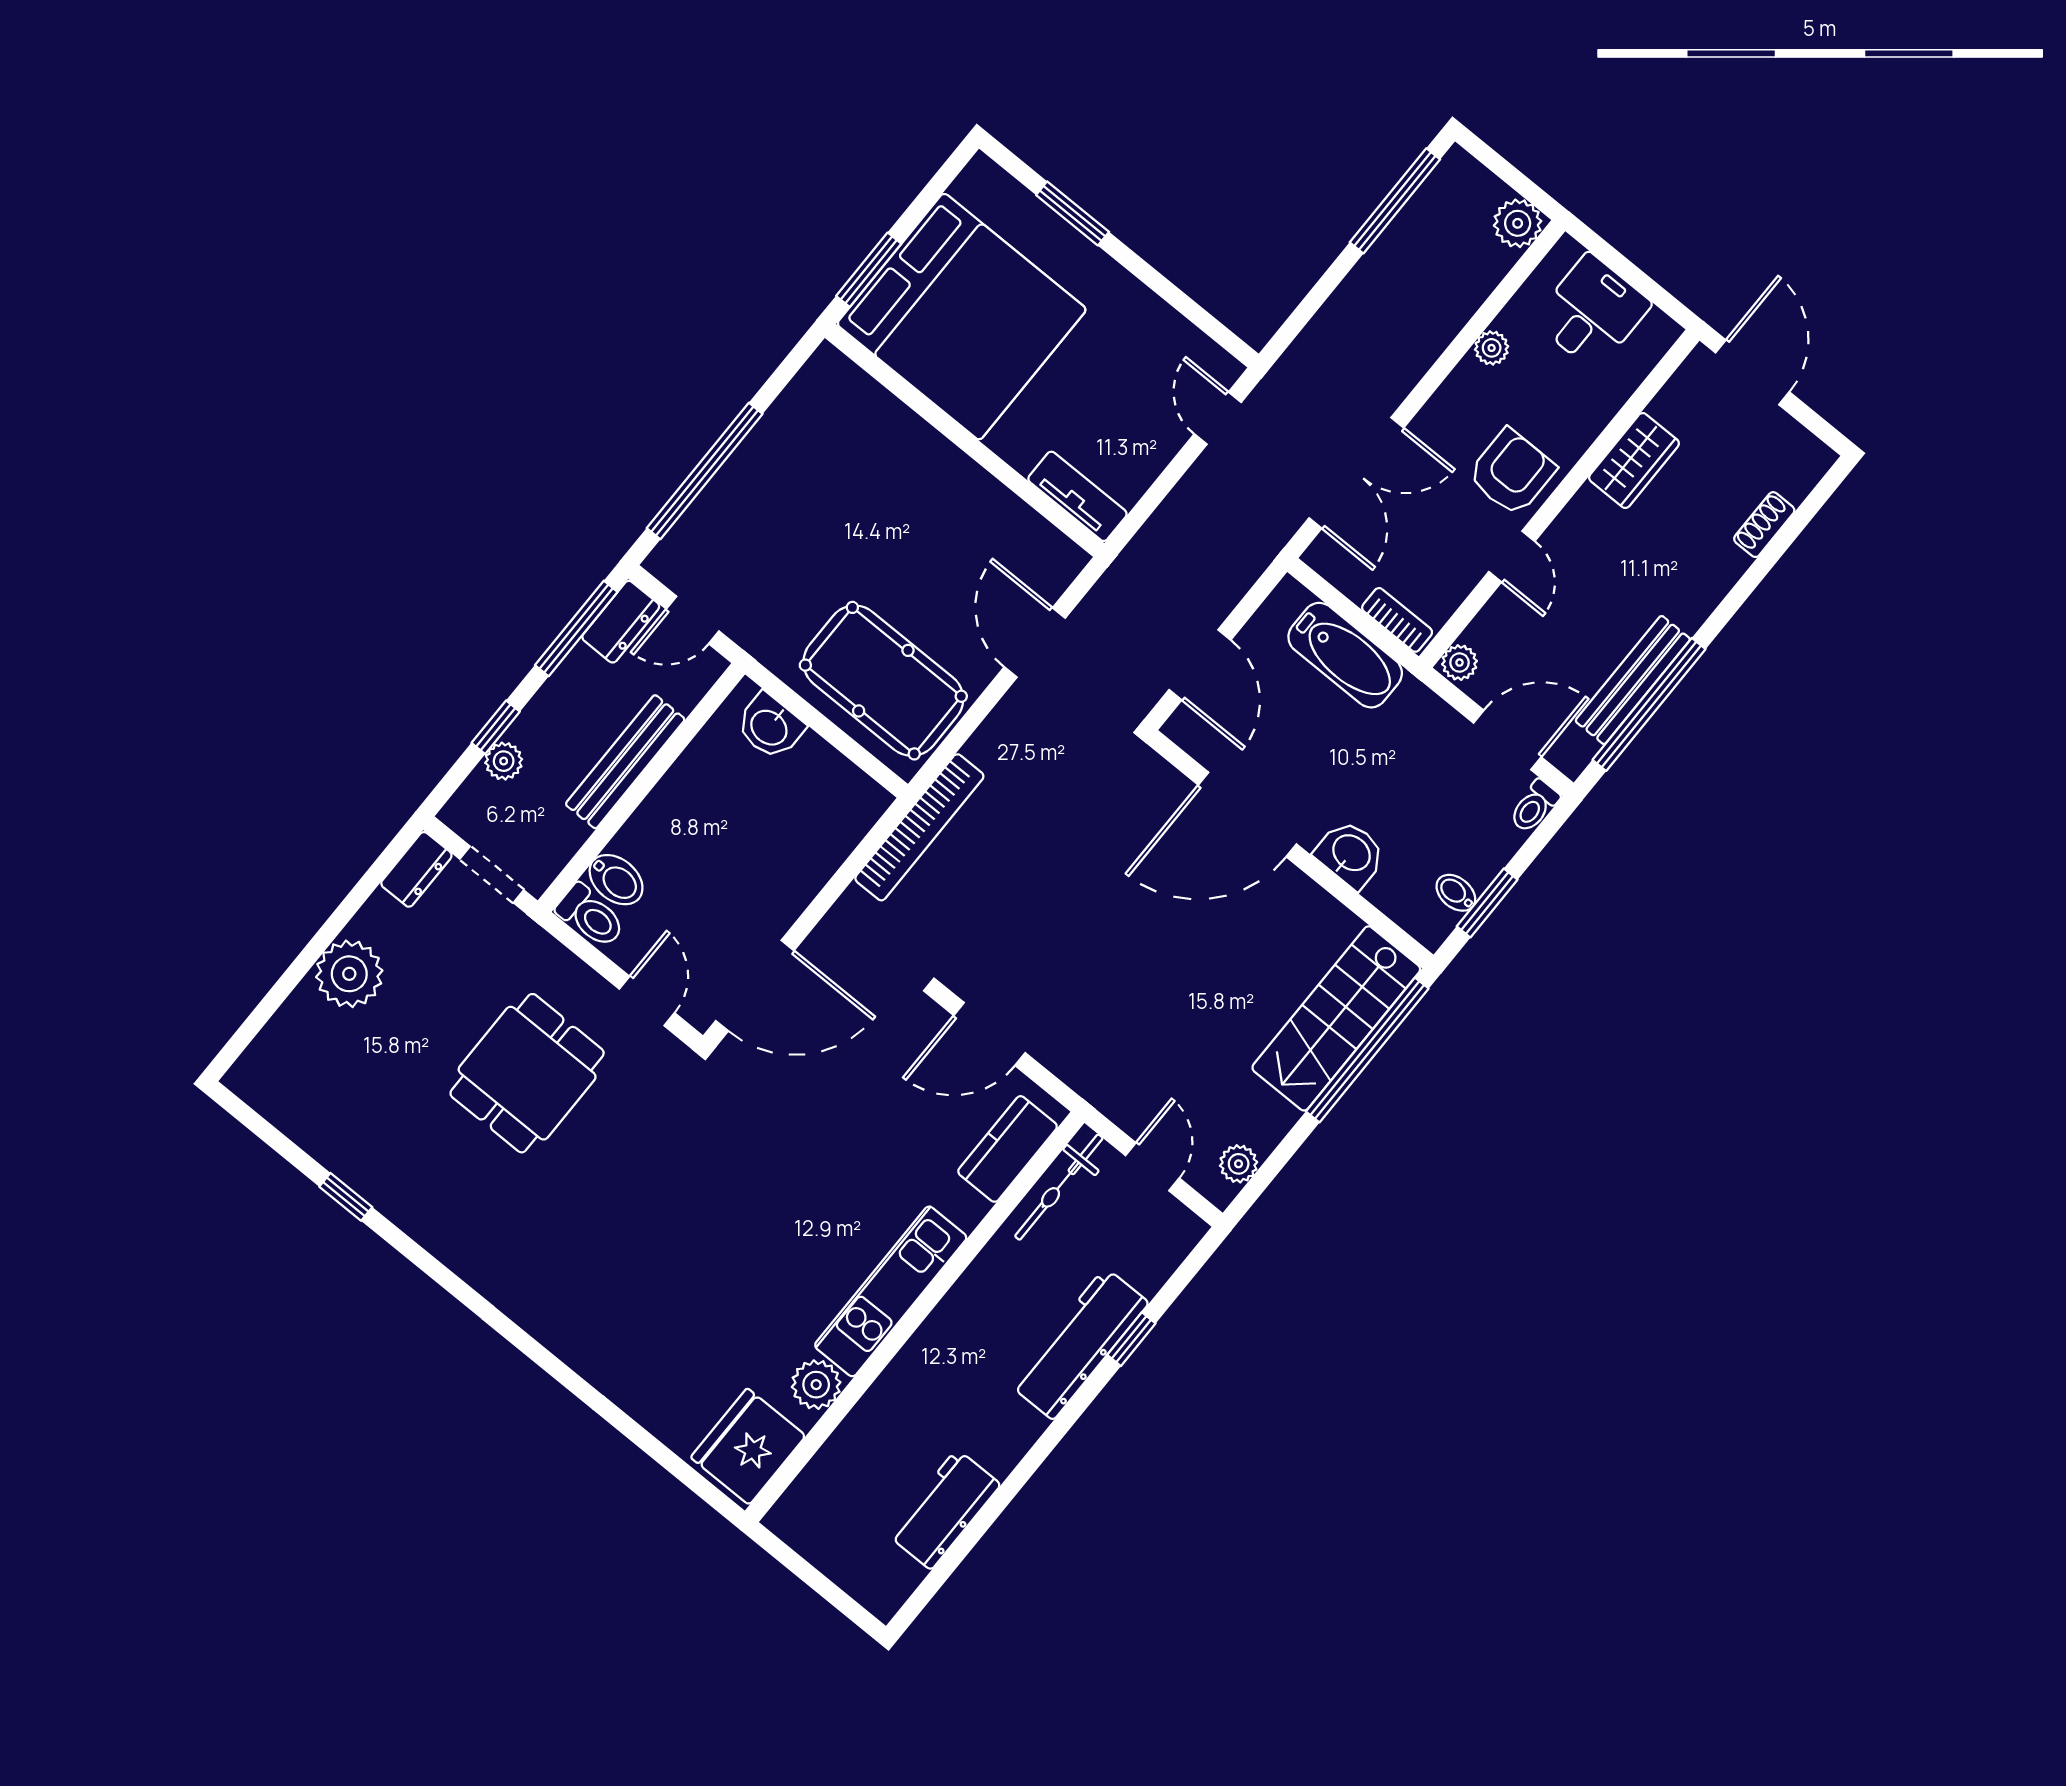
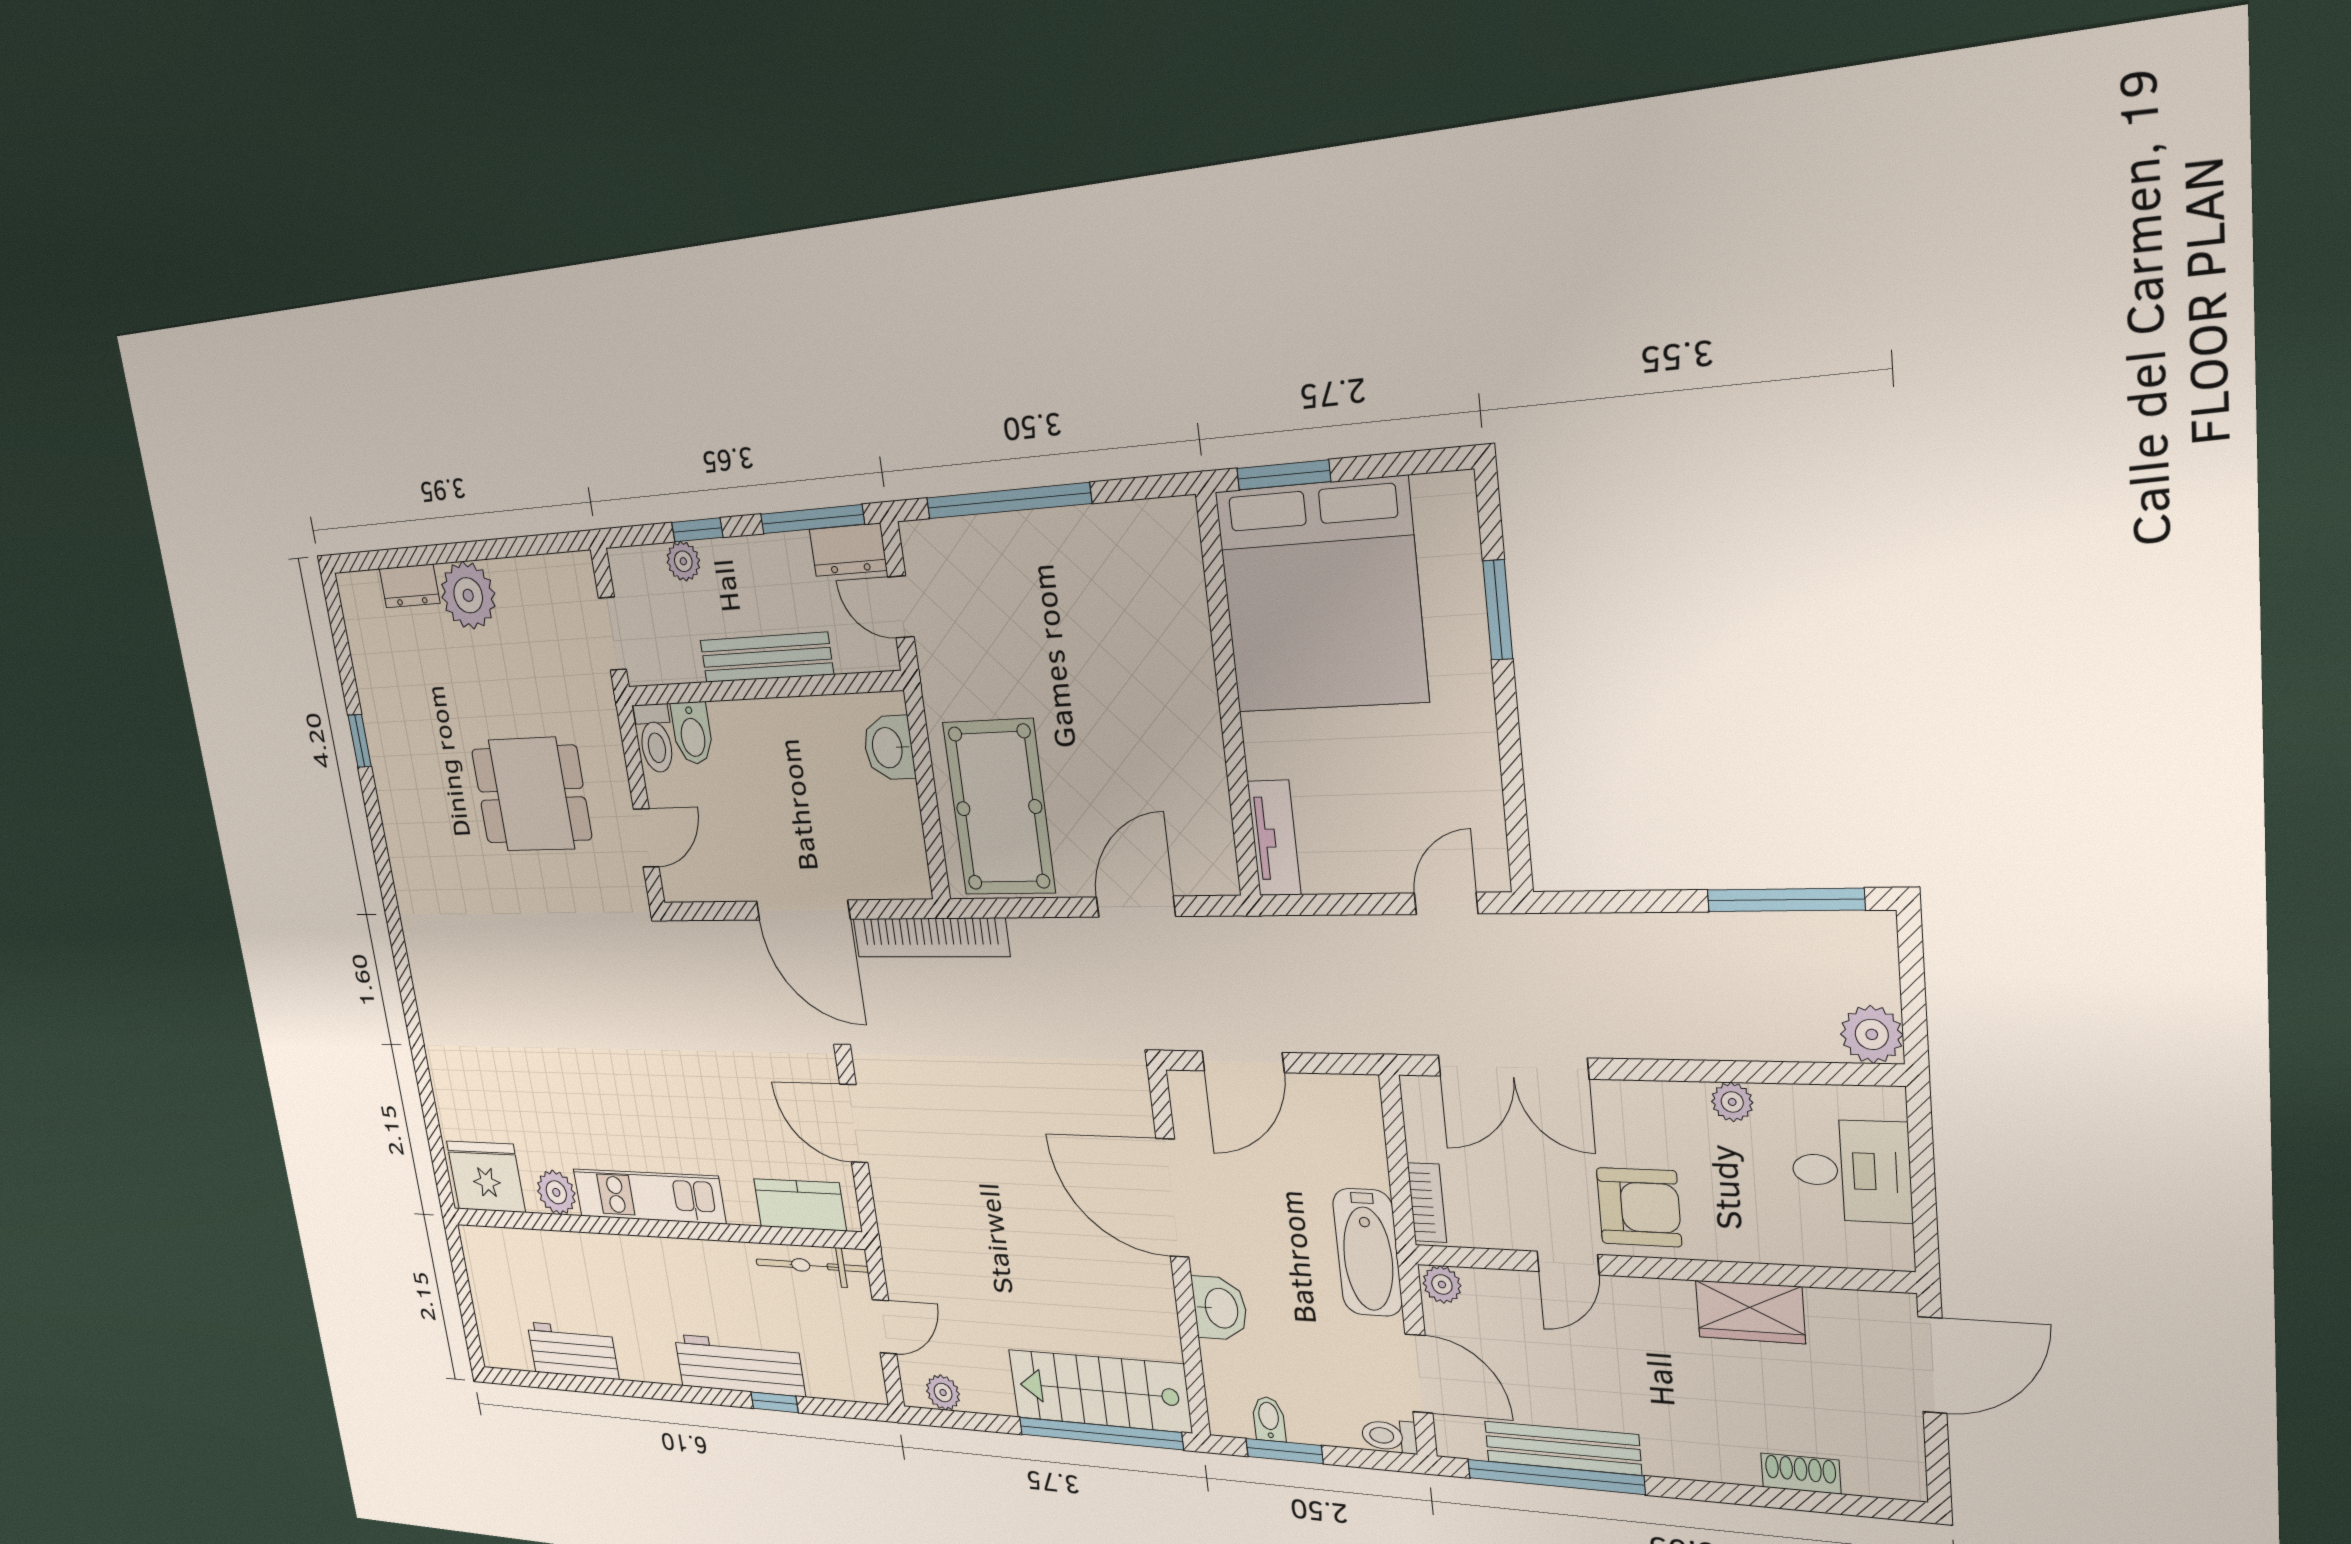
bathtub: (1345, 655) -> (1368, 1253), moved
dresser: (416, 869) -> (410, 586), moved
door: (755, 986) -> (803, 910), moved

